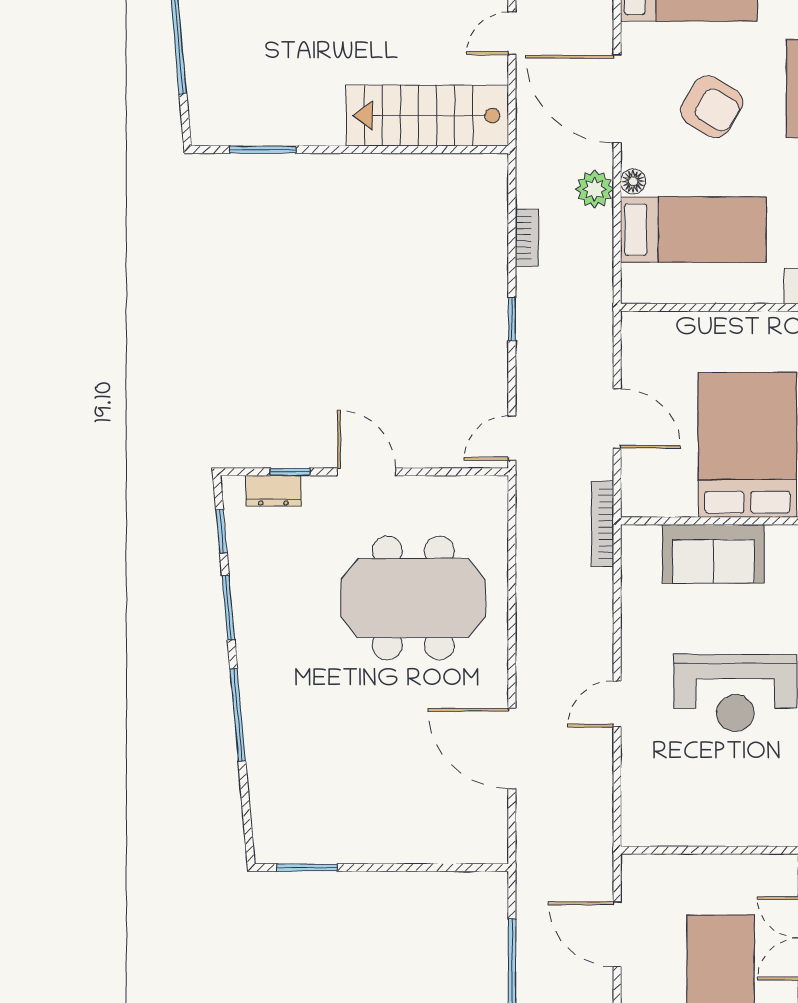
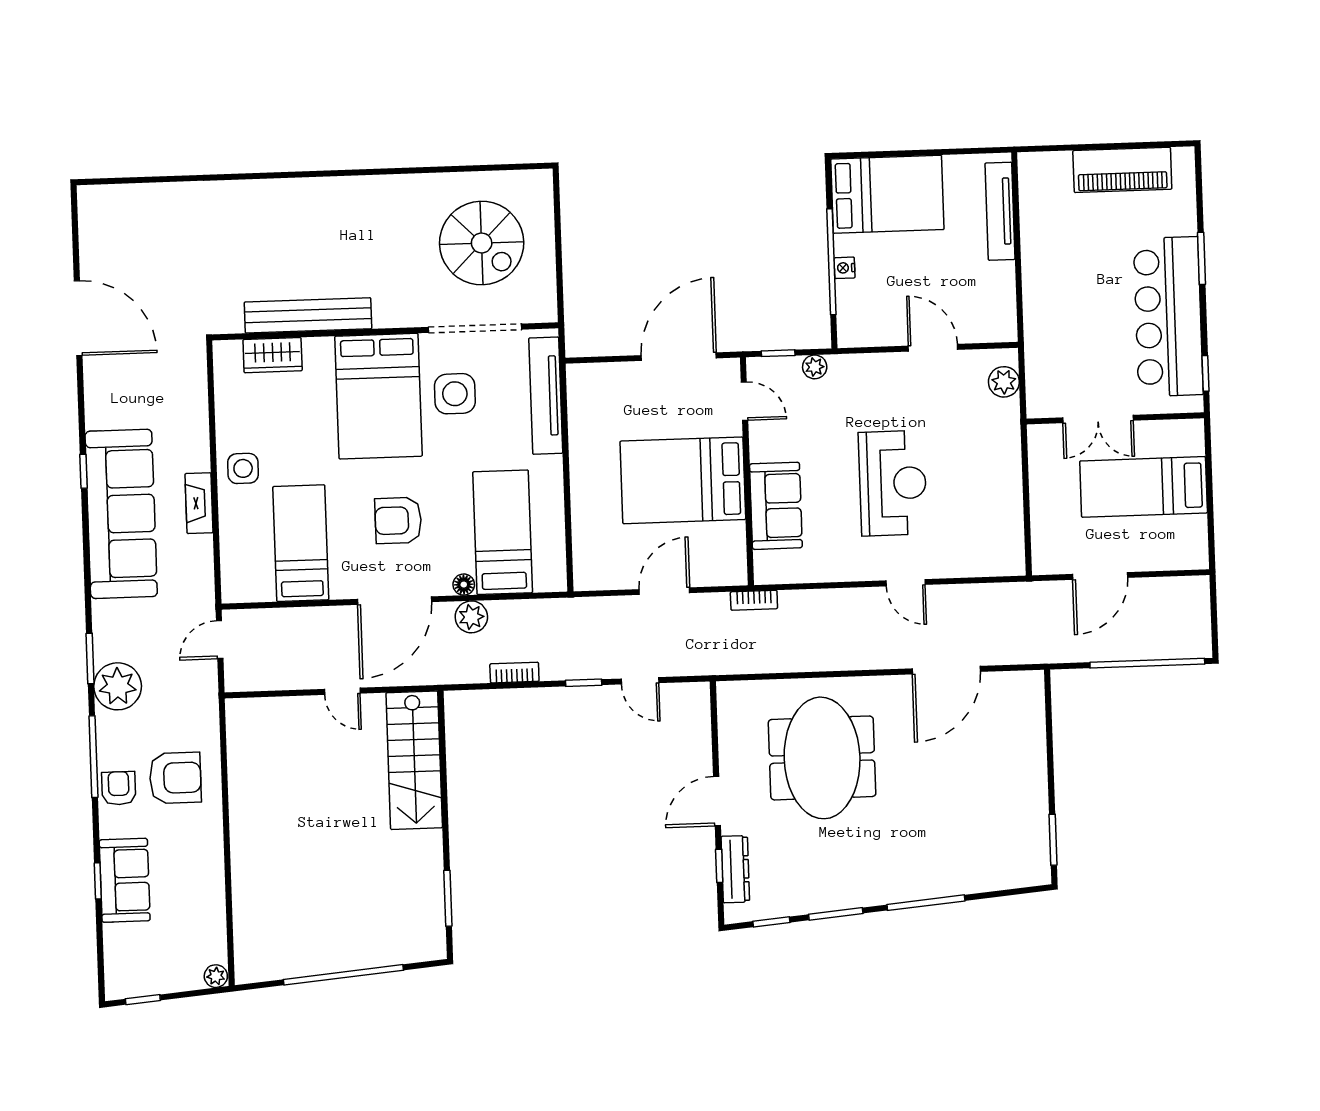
armchair: (712, 107) -> (398, 520), turned -121
door: (512, 438) -> (640, 681), moved
dresser: (273, 491) -> (735, 869), width x1.44
bookcase: (603, 524) -> (754, 600), width x0.64

